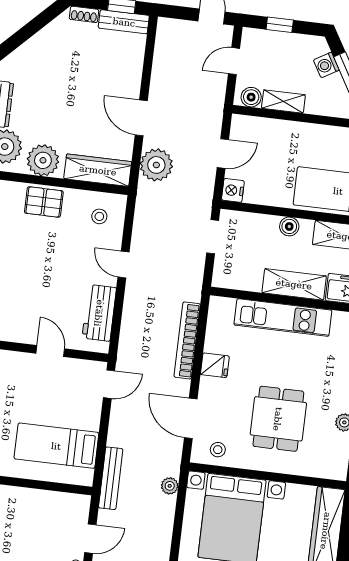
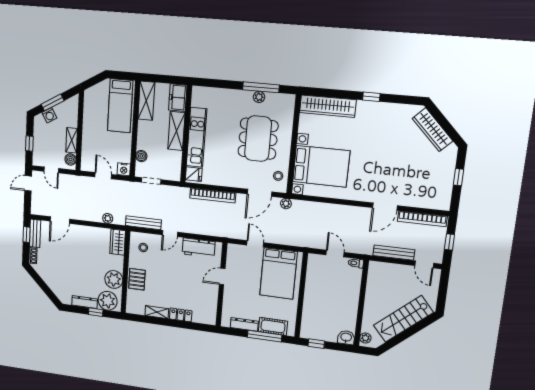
door: (141, 118) -> (60, 220), moved
plant: (156, 165) -> (108, 218), width x0.53, depth x0.53
wardrobe: (98, 170) -> (118, 242), width x0.67
boiler: (289, 226) -> (141, 156), moved
fridge: (215, 365) -> (194, 174), moved, turned 90
door: (109, 384) -> (255, 244), moved
dining table: (278, 419) -> (258, 139), width x1.38
bed: (56, 446) -> (278, 273), width x1.50
bench: (111, 478) -> (143, 223), moved
plant: (170, 486) -> (286, 204), moved

